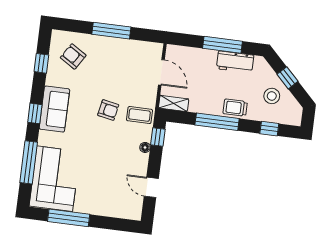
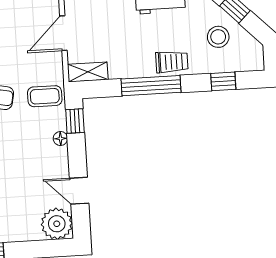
door: (161, 72) -> (63, 33), swing flipped
trolley: (235, 108) -> (172, 62), turned 180
plant: (131, 208) -> (57, 224), added

